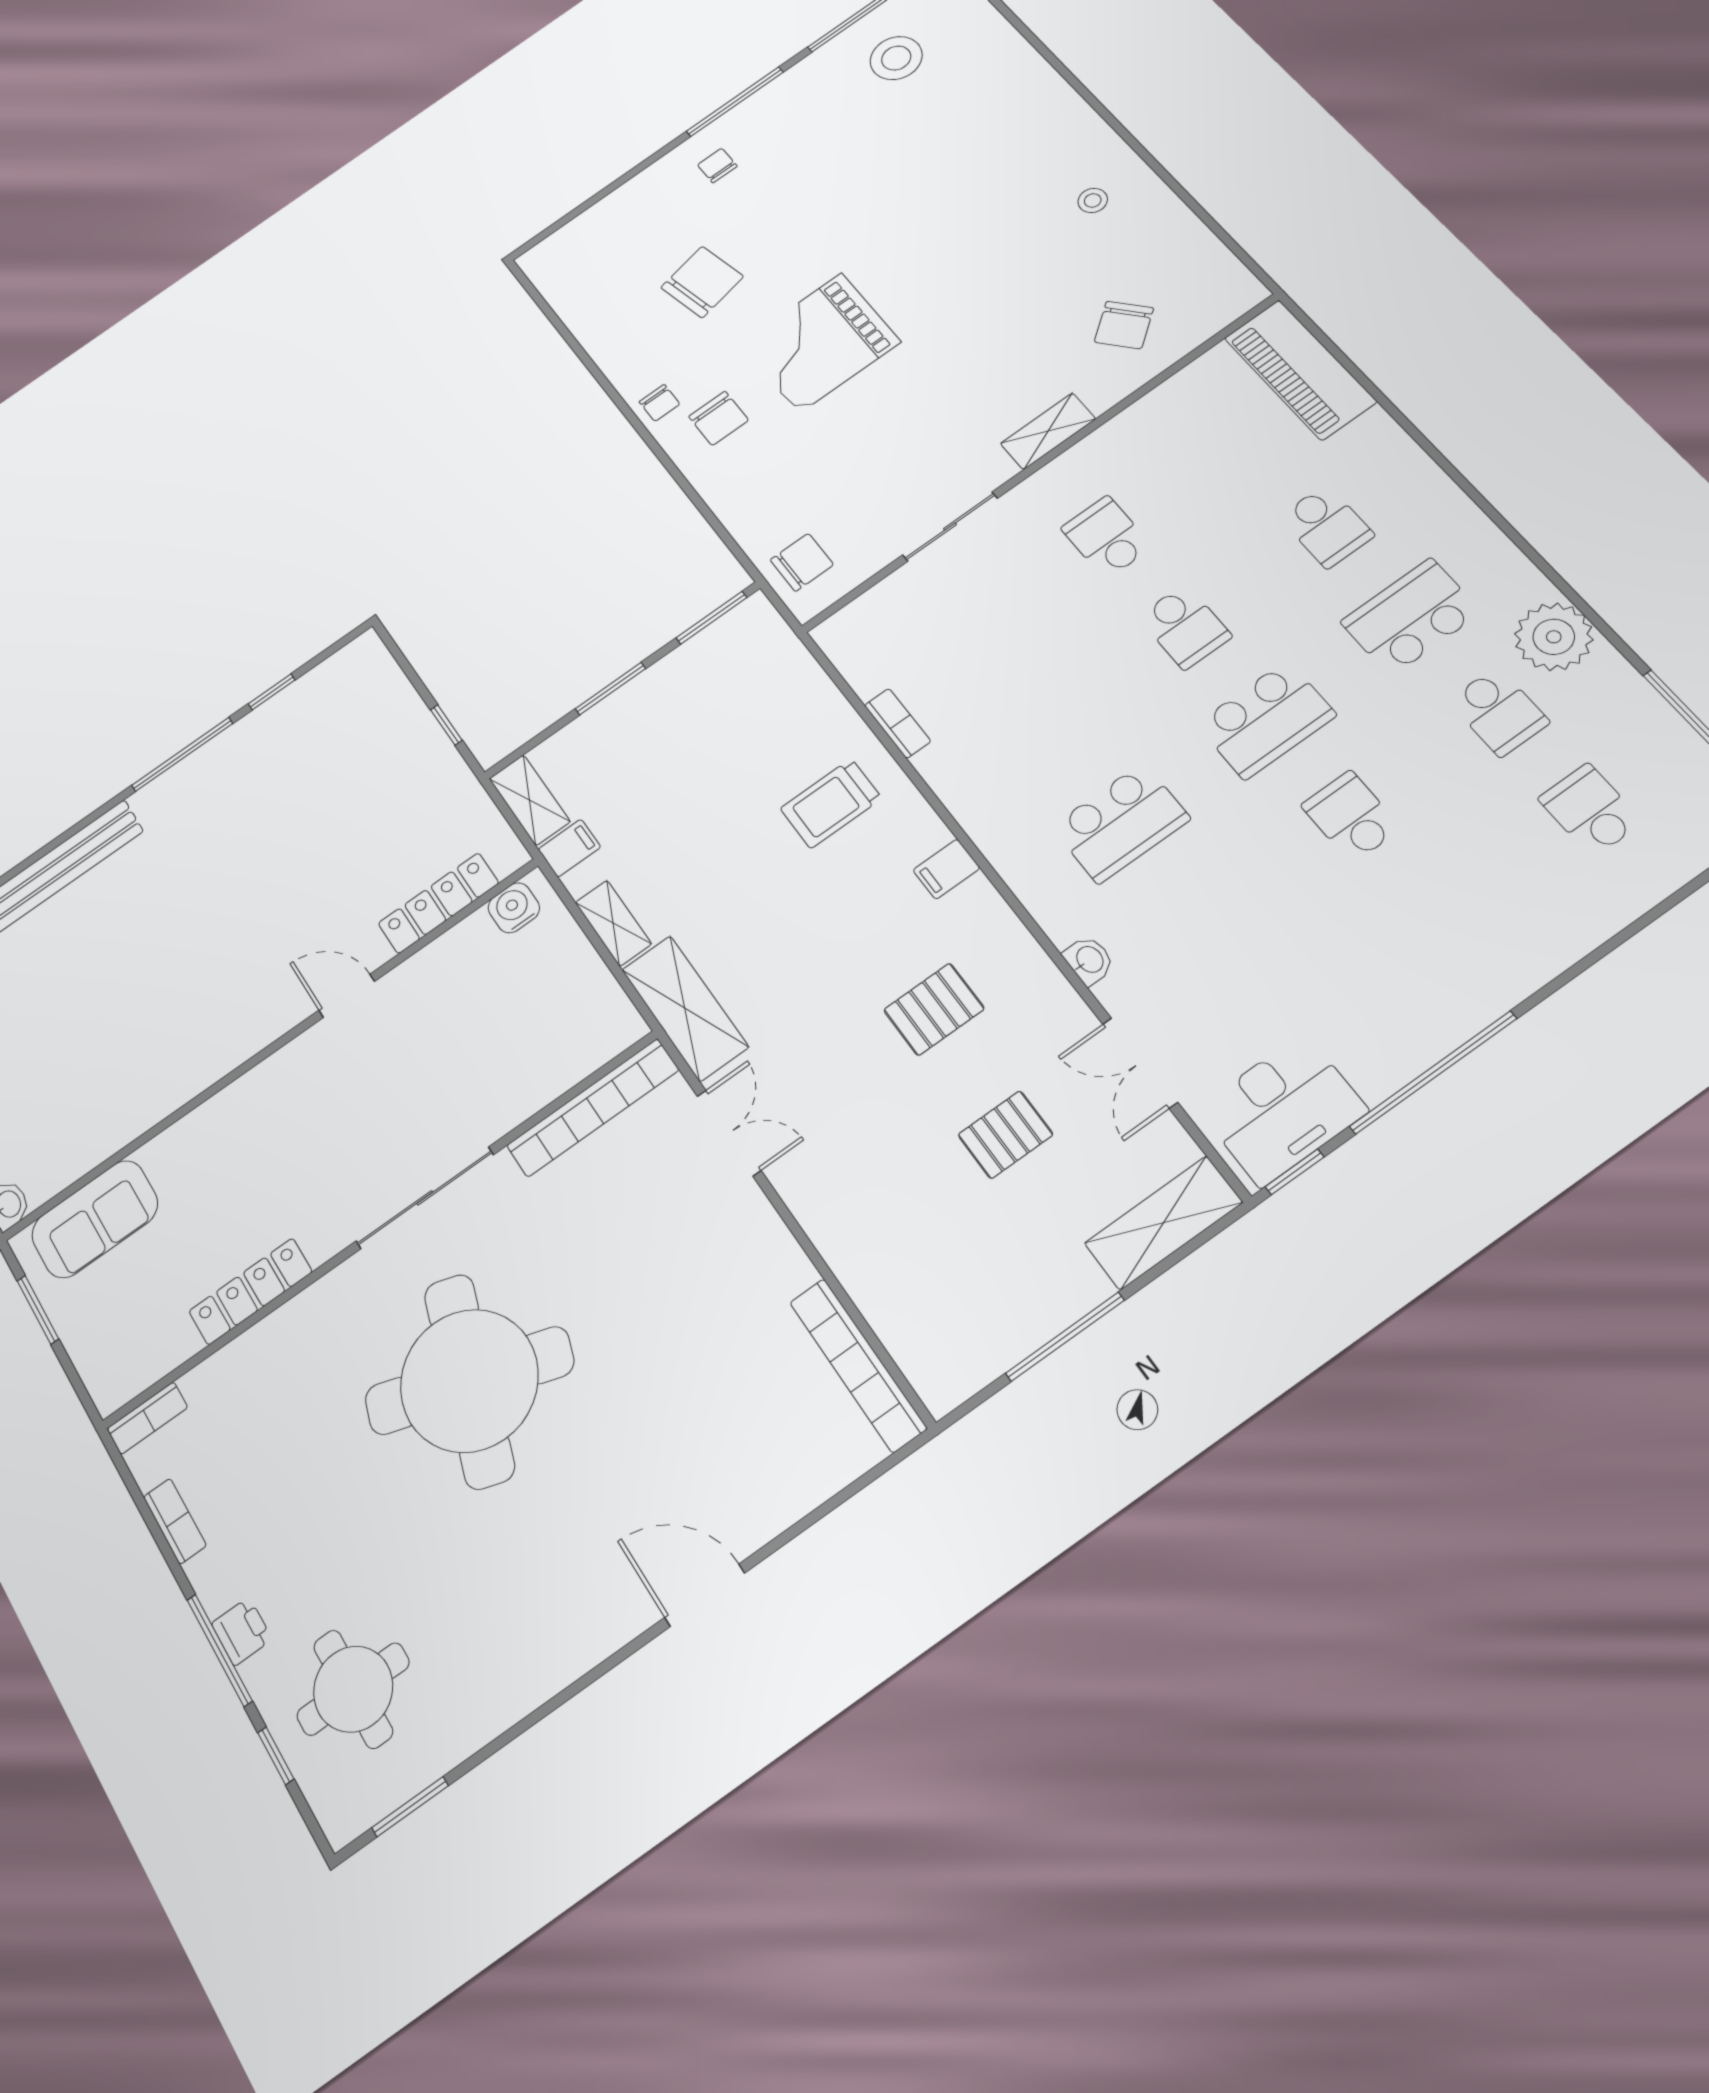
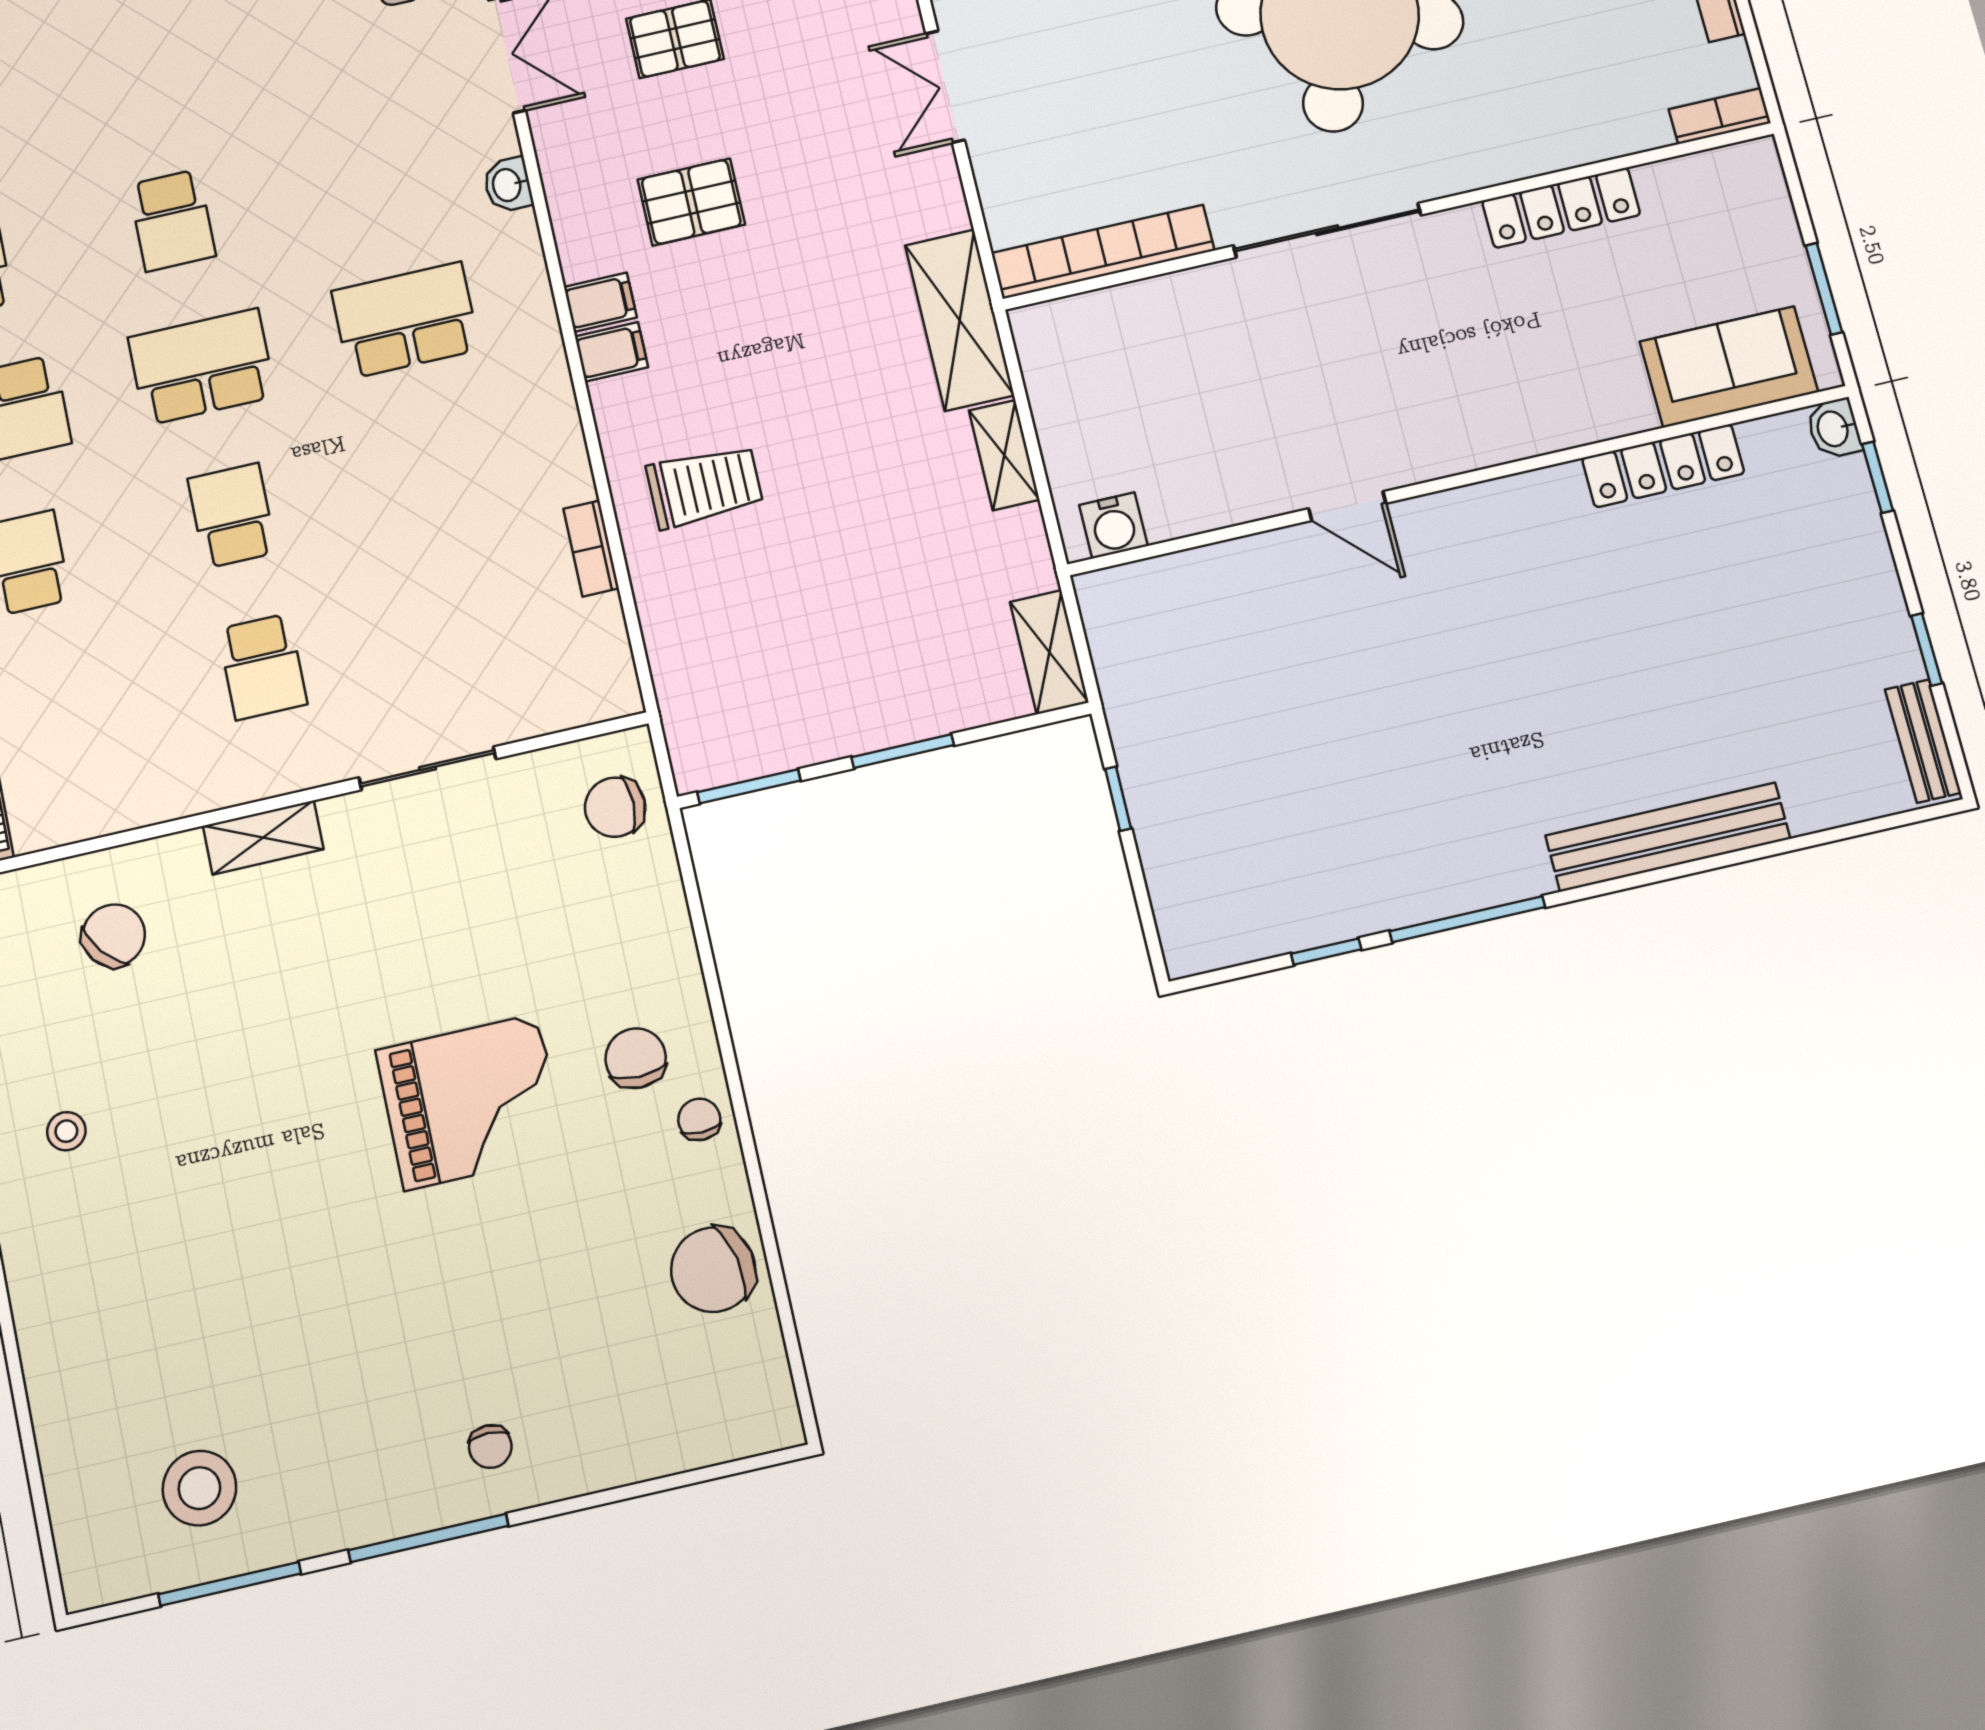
chair: (702, 282) -> (713, 1270), moved
filing cabinet: (569, 848) -> (600, 302), moved, turned 180
locker: (438, 903) -> (1663, 466), moved
double door: (729, 1133) -> (945, 87), moved

